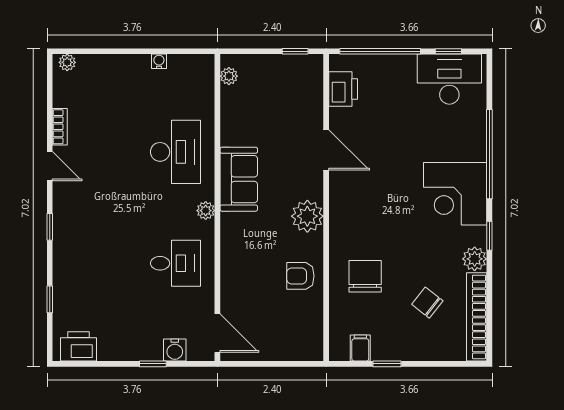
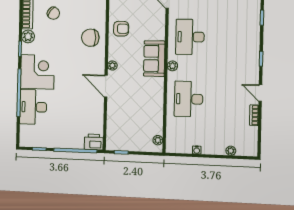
plant: (67, 62) -> (231, 151), moved
desk: (449, 79) -> (33, 107), moved, turned 90
printer: (343, 89) -> (94, 142), moved, turned 90
door: (326, 150) -> (106, 86), moved
sofa: (239, 179) -> (154, 59), moved
plant: (307, 216) -> (112, 65), width x0.53, depth x0.53
desk: (175, 263) -> (190, 37), width x1.37
chair: (365, 276) -> (90, 38), moved, turned 90

